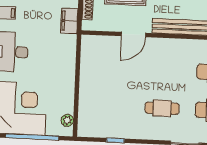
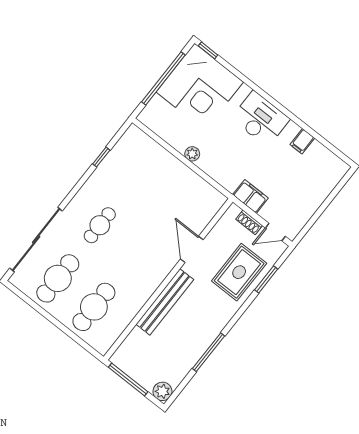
plant: (67, 120) -> (192, 154), moved

